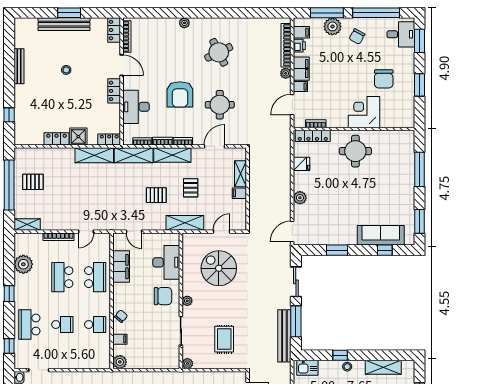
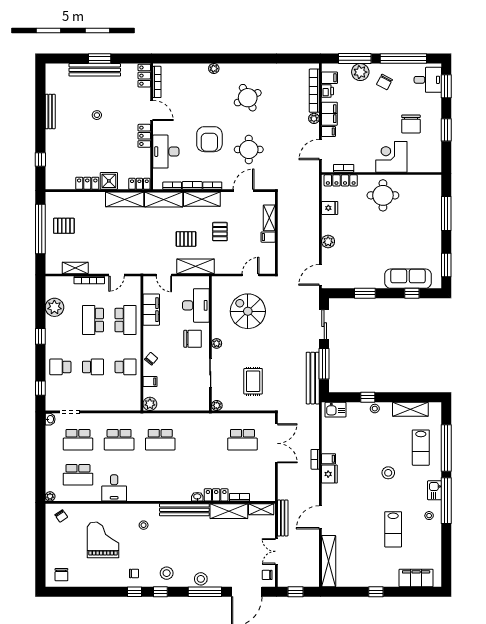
shelving: (185, 223) -> (196, 266), moved
shelving: (27, 224) -> (75, 268), moved
school desk: (29, 325) -> (60, 367), width x0.54

